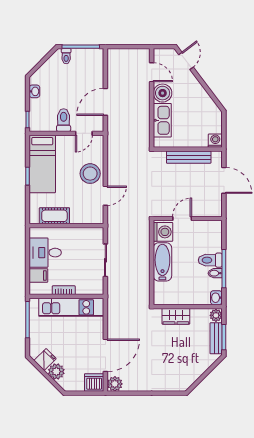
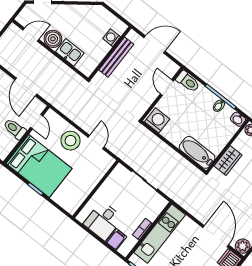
kitchen sink: (162, 120) -> (70, 52), width x0.73
washing machine: (215, 141) -> (112, 38), moved
bed: (42, 164) -> (39, 166), width x1.50
cot: (54, 216) -> (81, 192), removed
door: (182, 218) -> (167, 87), moved
toilet: (210, 260) -> (188, 82), moved, turned -90
bathtub: (162, 262) -> (197, 152), moved

